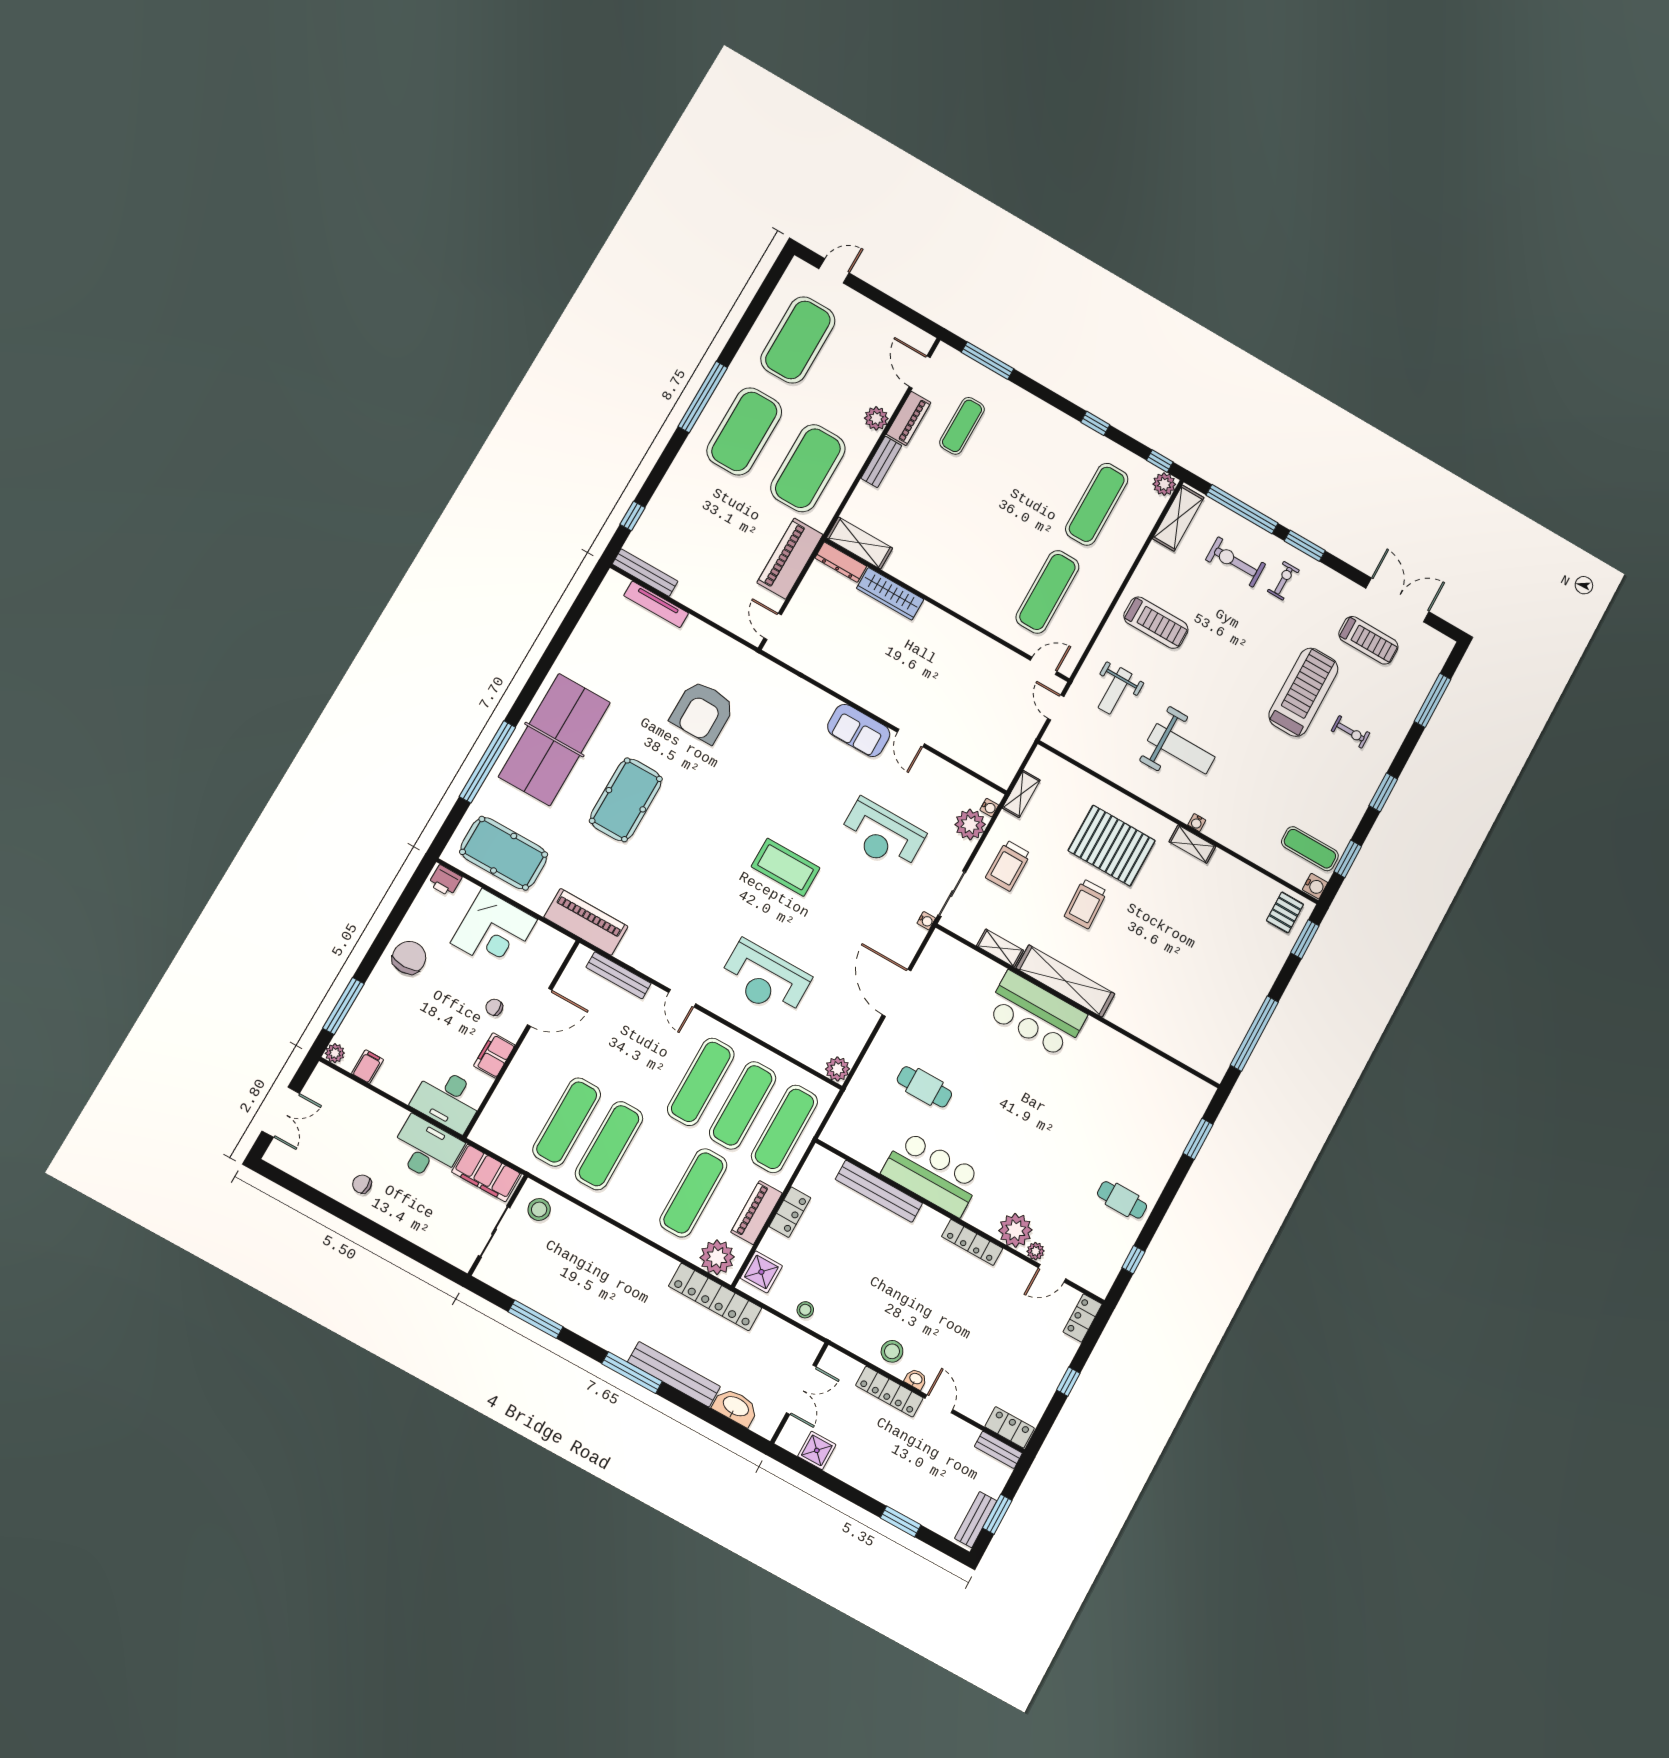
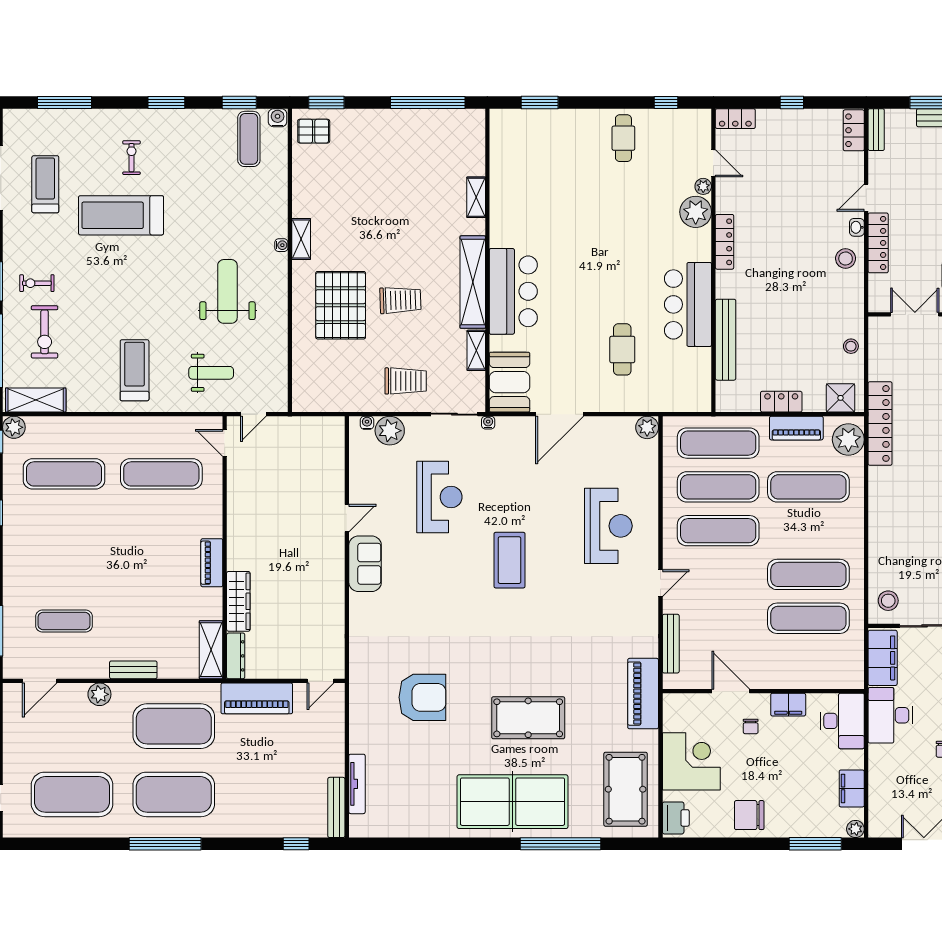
piano: (909, 418) -> (212, 563), moved, turned -90
shelving: (1021, 794) -> (476, 197), moved, turned 90
printer: (445, 881) -> (676, 818), width x1.36, depth x1.24
booth: (953, 962) -> (510, 382), added
filing cabinet: (368, 1067) -> (852, 788), width x2.00

